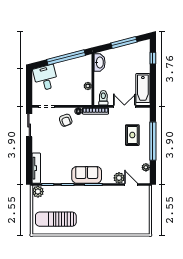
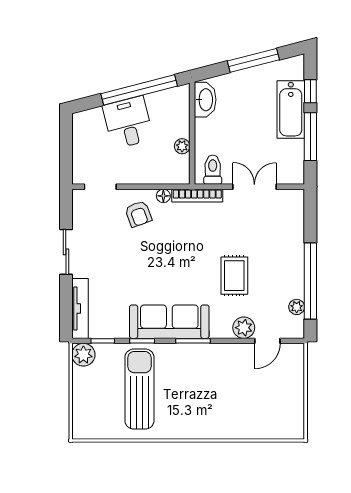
desk: (46, 78) -> (128, 122), moved
window: (153, 81) -> (310, 137), added
bathtub: (143, 88) -> (291, 109), moved
sliding door: (29, 125) -> (66, 252), moved
rug: (132, 135) -> (234, 276), moved
window: (153, 141) -> (310, 281), moved
sofa: (87, 175) -> (169, 322), width x1.36
door: (131, 185) -> (267, 341), swing flipped
sun lounger: (56, 219) -> (139, 389), moved, turned 90

